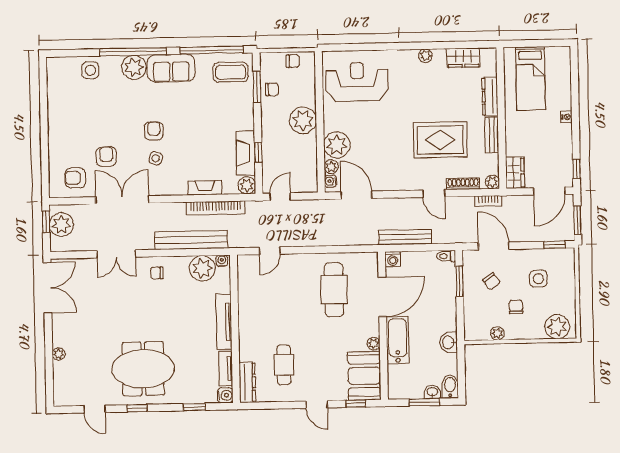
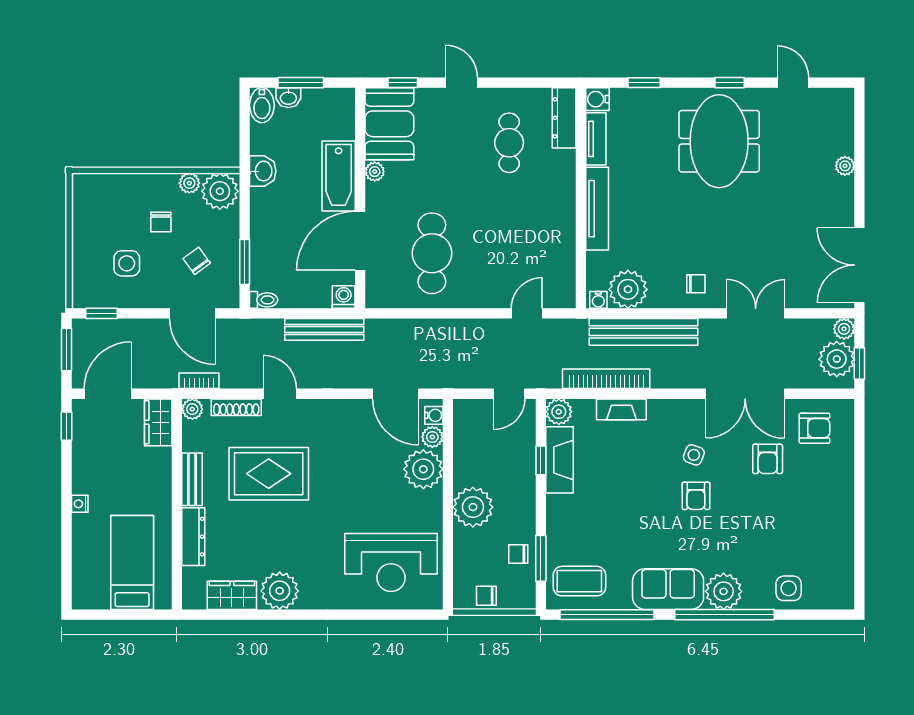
plant: (425, 56) -> (280, 591), width x1.88, depth x1.88
plant: (57, 245) -> (844, 329), added
plant: (557, 327) -> (220, 191), moved
meeting table: (143, 369) -> (719, 141), turned 90

